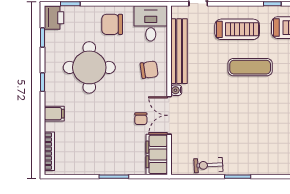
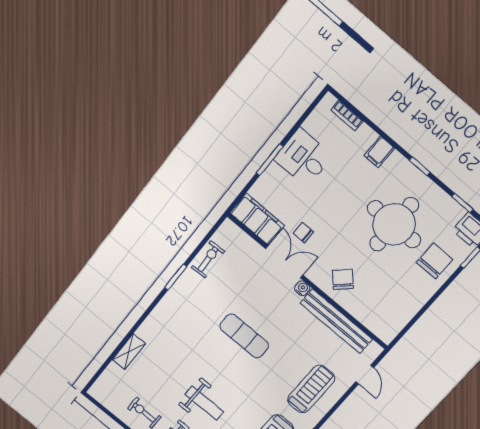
desk: (151, 23) -> (303, 158), moved, turned 180
chair: (112, 24) -> (435, 261), moved
treadmill: (237, 29) -> (311, 389), turned 180
exercise mat: (250, 67) -> (244, 336), moved, turned 90
chair: (149, 70) -> (343, 279), turned 144
bookcase: (49, 151) -> (347, 116), width x0.64

